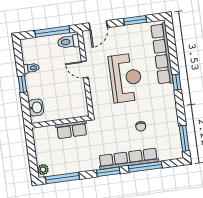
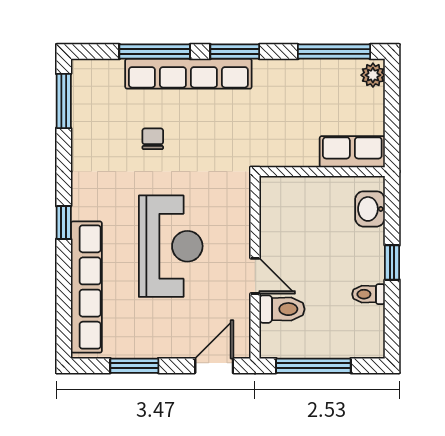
toilet: (68, 42) -> (282, 309), moved
reception desk: (126, 78) -> (171, 246), turned 180
row of seats: (72, 130) -> (352, 152), moved

